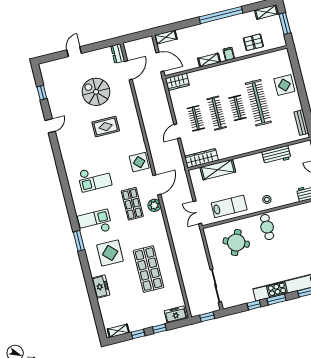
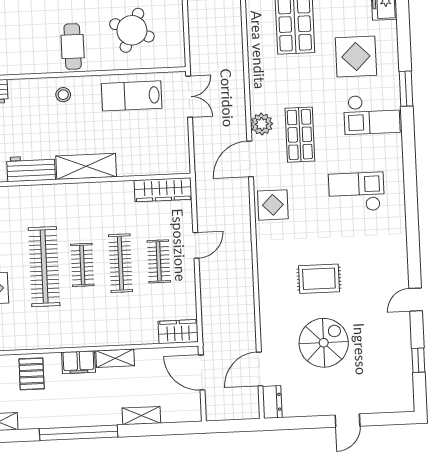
shelving: (166, 37) -> (141, 416), moved
pallet: (253, 42) -> (32, 374), turned 90
filing cabinet: (229, 54) -> (79, 362), width x2.00
spiral stairs: (96, 92) -> (324, 343), turned -90
shelving: (218, 170) -> (86, 166), moved

